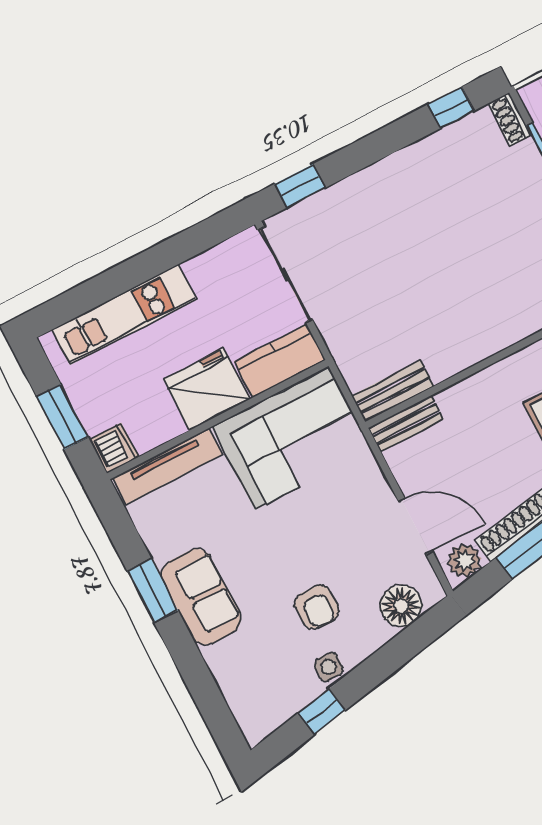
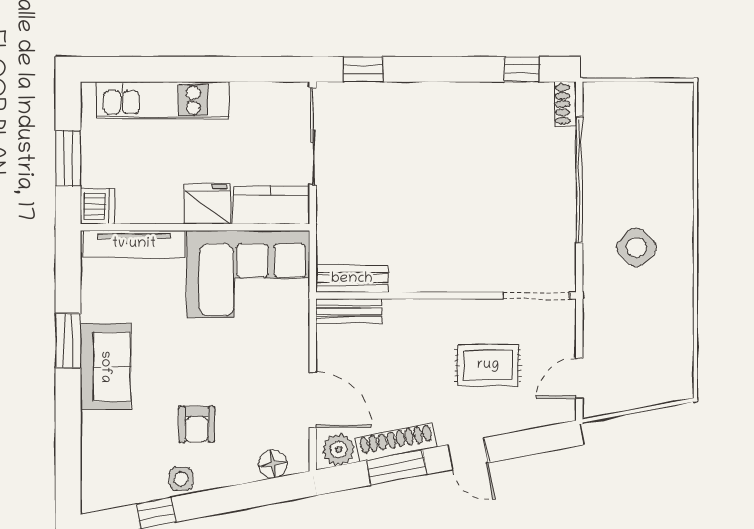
fridge: (207, 389) -> (208, 204), width x0.73, depth x0.75
floor lamp: (401, 606) -> (273, 464), width x0.73, depth x0.73

